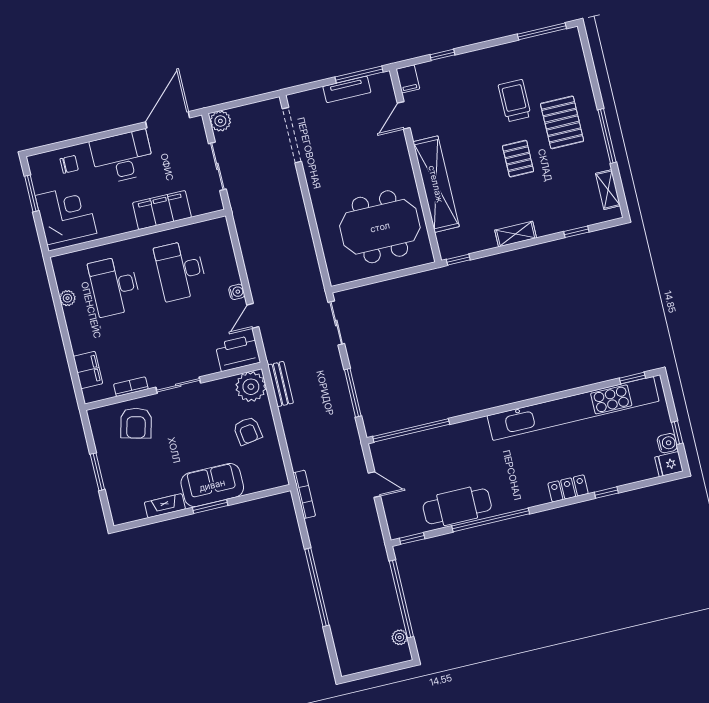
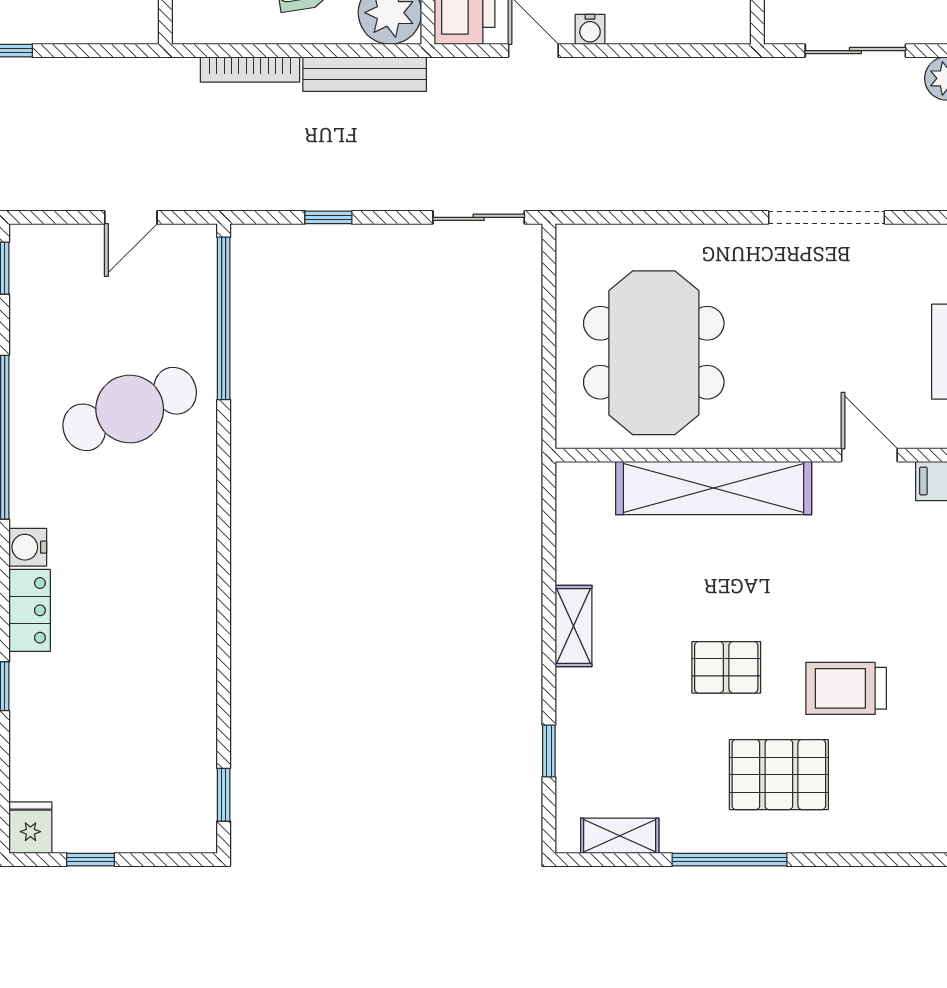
trolley: (515, 101) -> (846, 688), turned 180
doorway: (292, 135) -> (827, 217), moved
window: (458, 260) -> (549, 497), removed
bench: (280, 384) -> (365, 74), width x1.36
window: (353, 393) -> (328, 217), width x0.46
kitchen unit: (573, 408) -> (190, 659), removed
water cooler: (667, 443) -> (28, 547), moved, turned 90
bookcase: (304, 494) -> (250, 70), moved
cafe table: (457, 506) -> (130, 409), moved, turned 68

